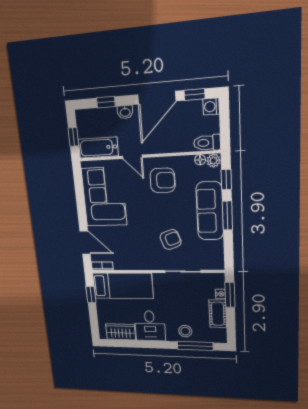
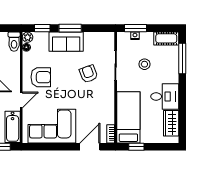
armchair: (163, 180) -> (41, 77), turned 90
sofa: (210, 211) -> (66, 42), width x0.73
cot: (218, 314) -> (166, 38), moved
stool: (185, 331) -> (144, 64), moved

